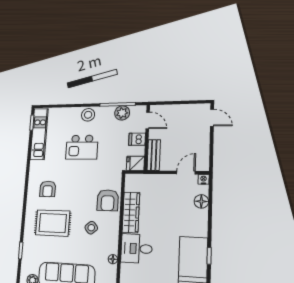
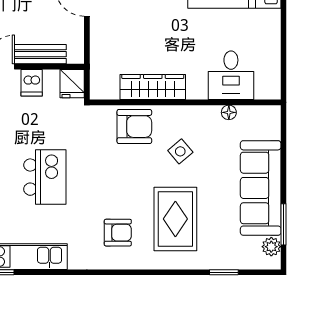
bench: (154, 155) -> (40, 54), moved
desk: (136, 249) -> (231, 75), moved

